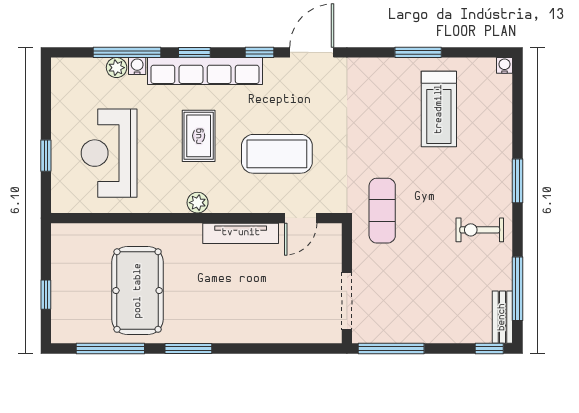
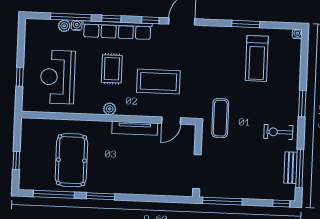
bench: (502, 317) -> (291, 168), moved

